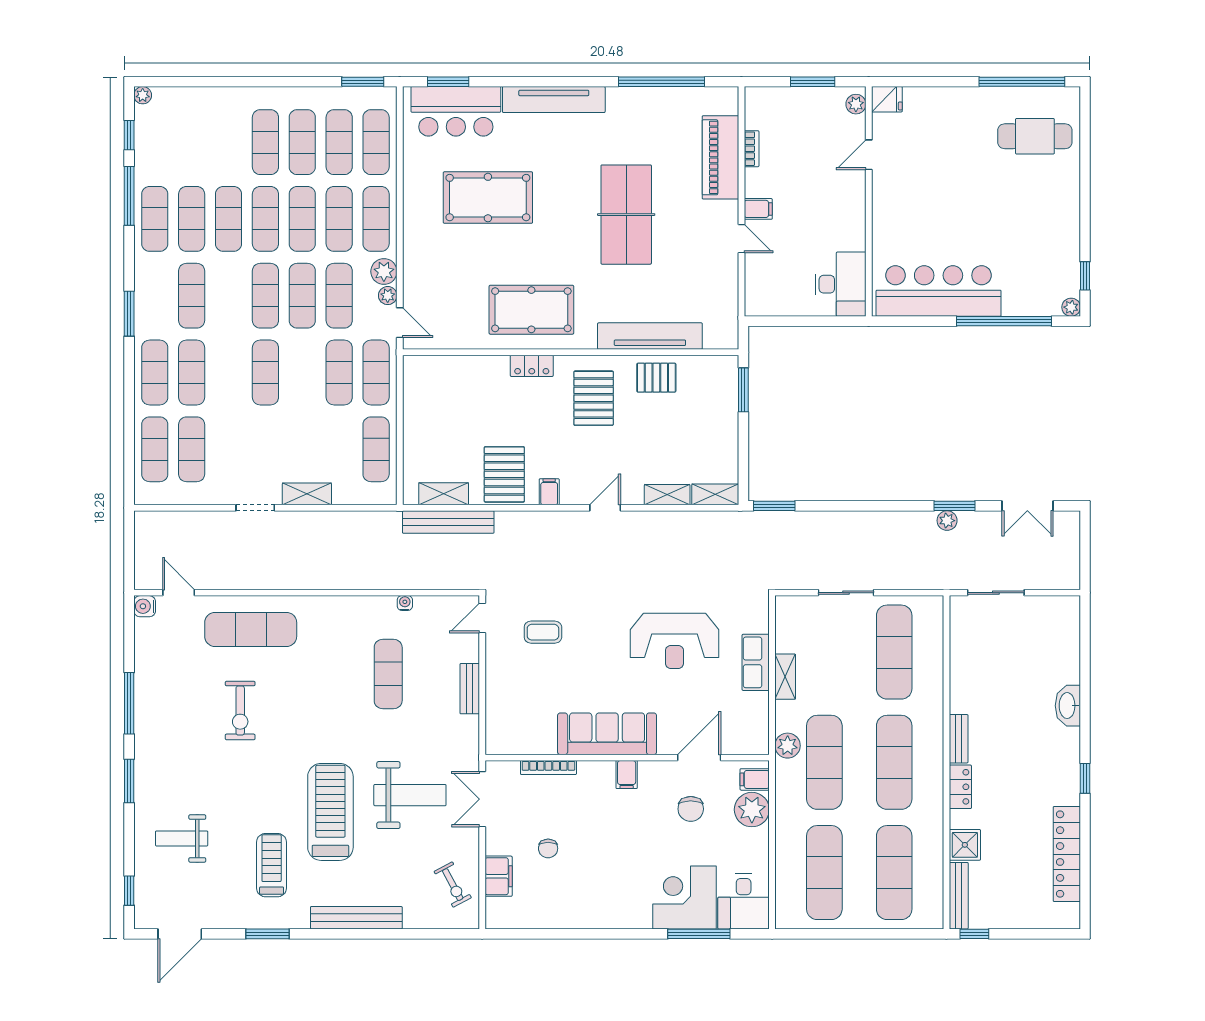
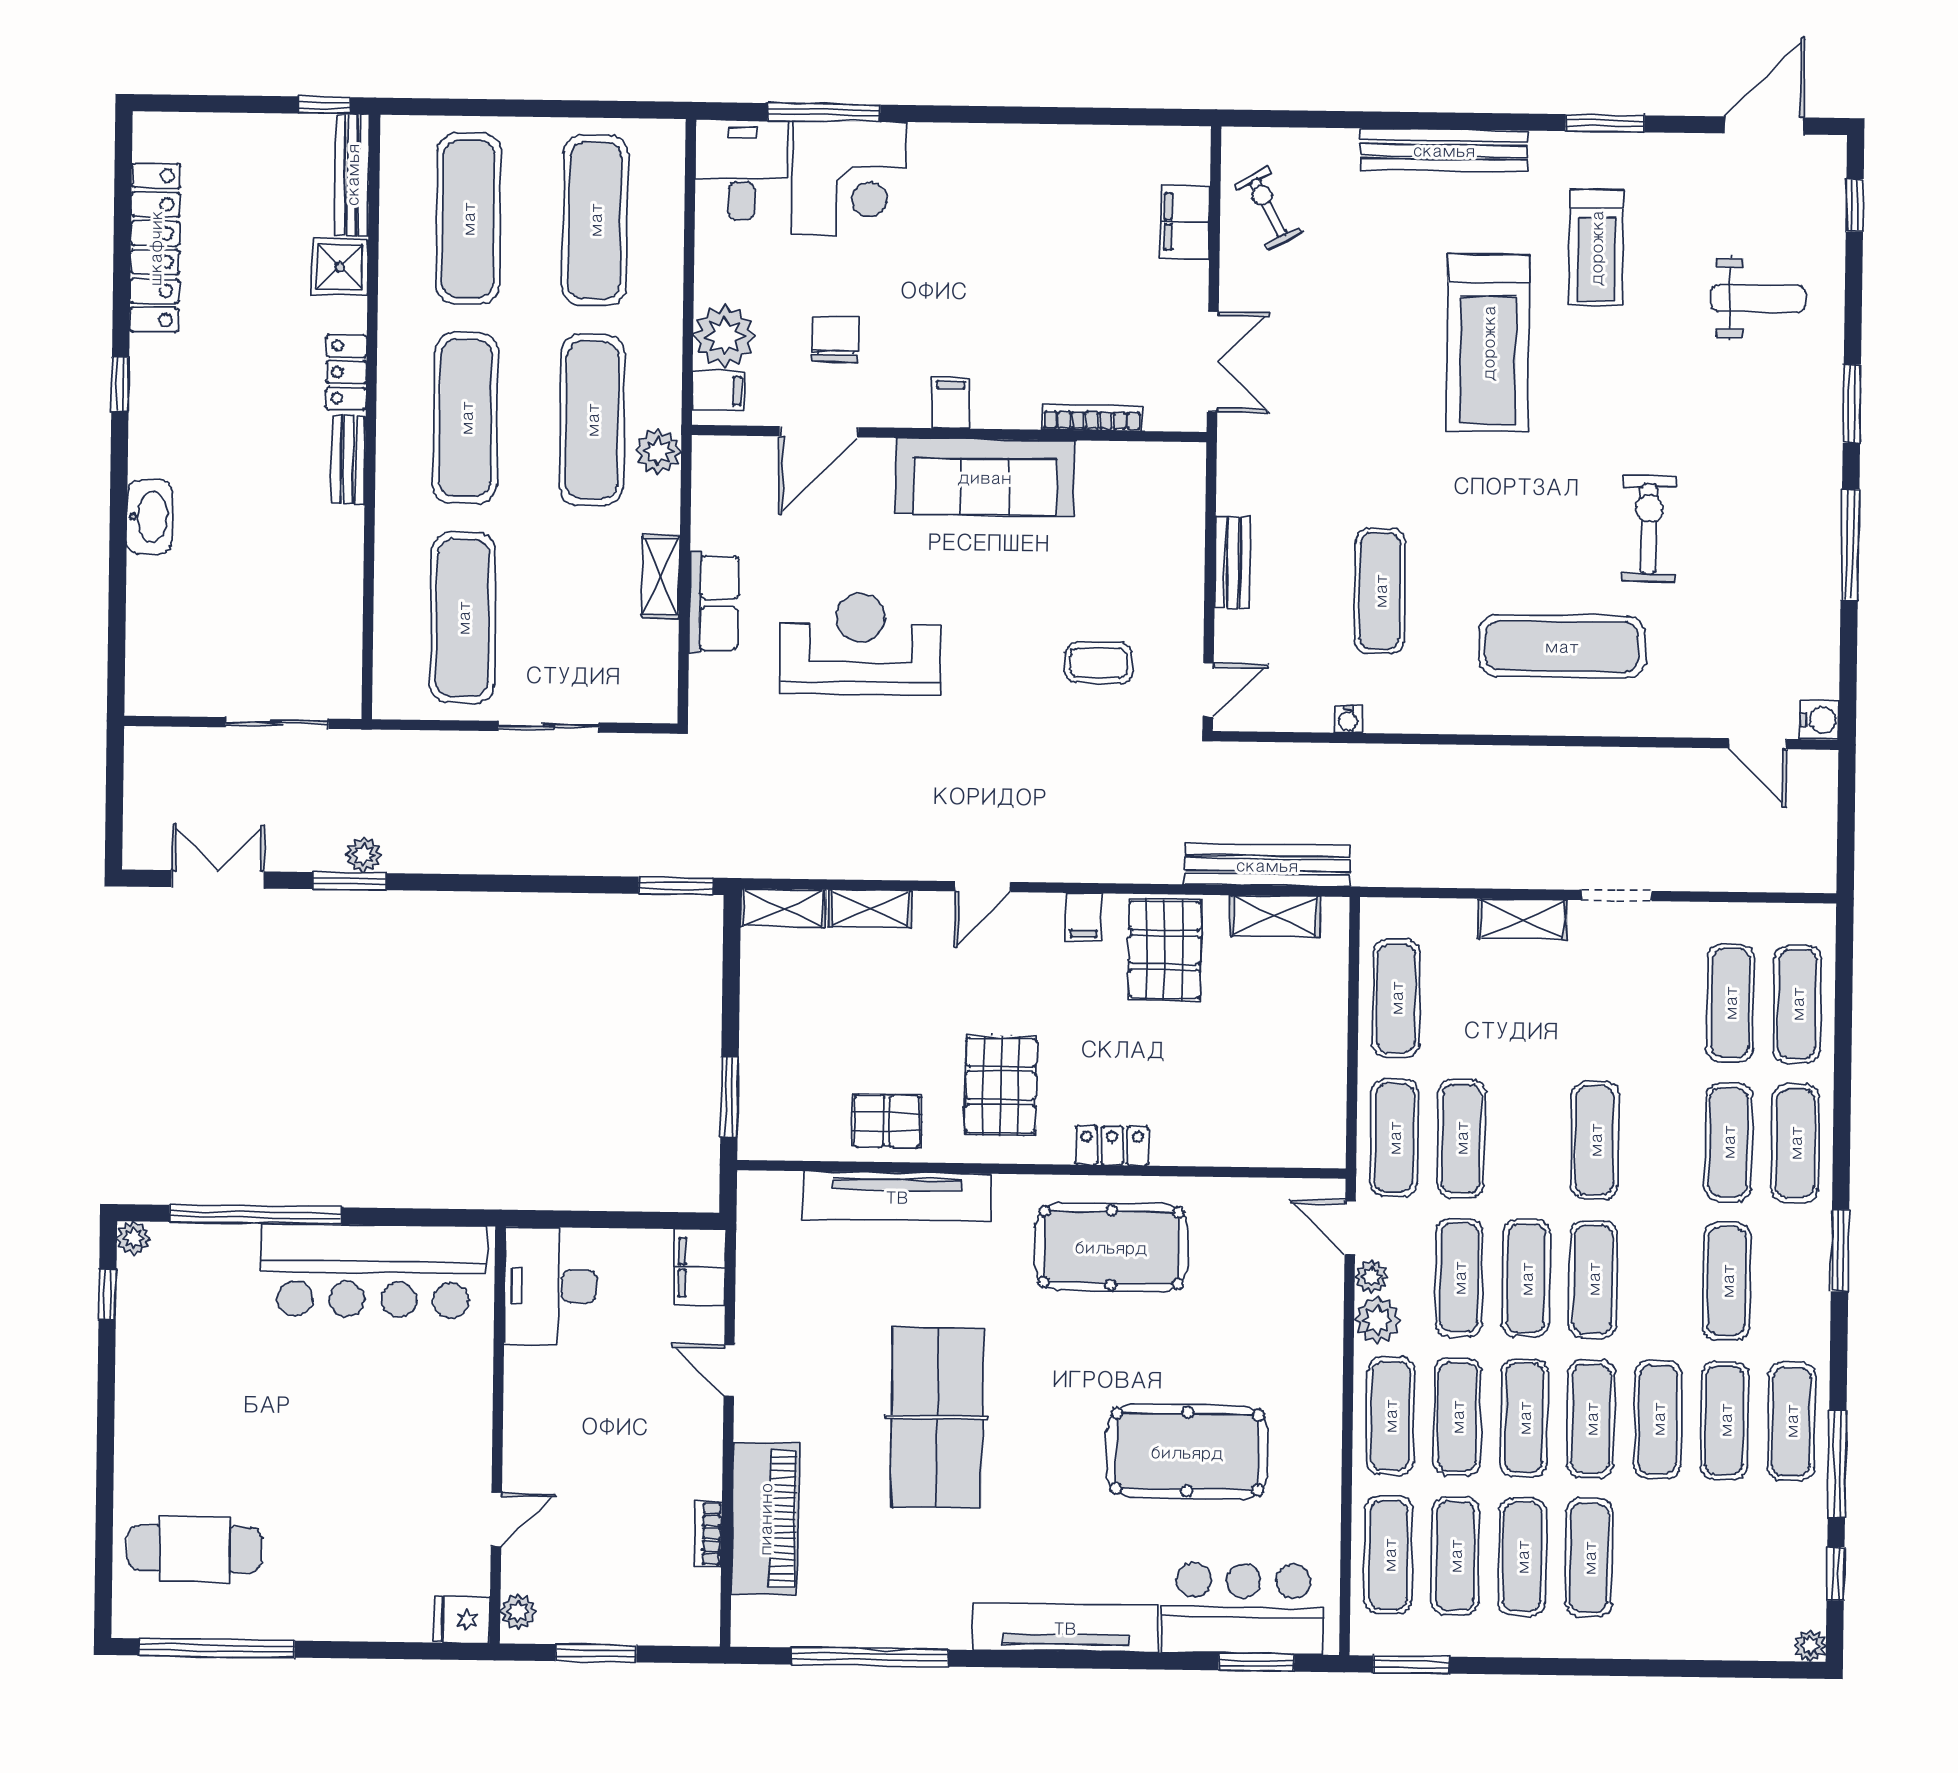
filing cabinet: (758, 209) -> (700, 1267), moved, width x2.00
exercise mat: (251, 629) -> (1562, 646), moved
weight bench: (410, 795) -> (1344, 371), removed
chair: (548, 848) -> (1095, 271), removed

